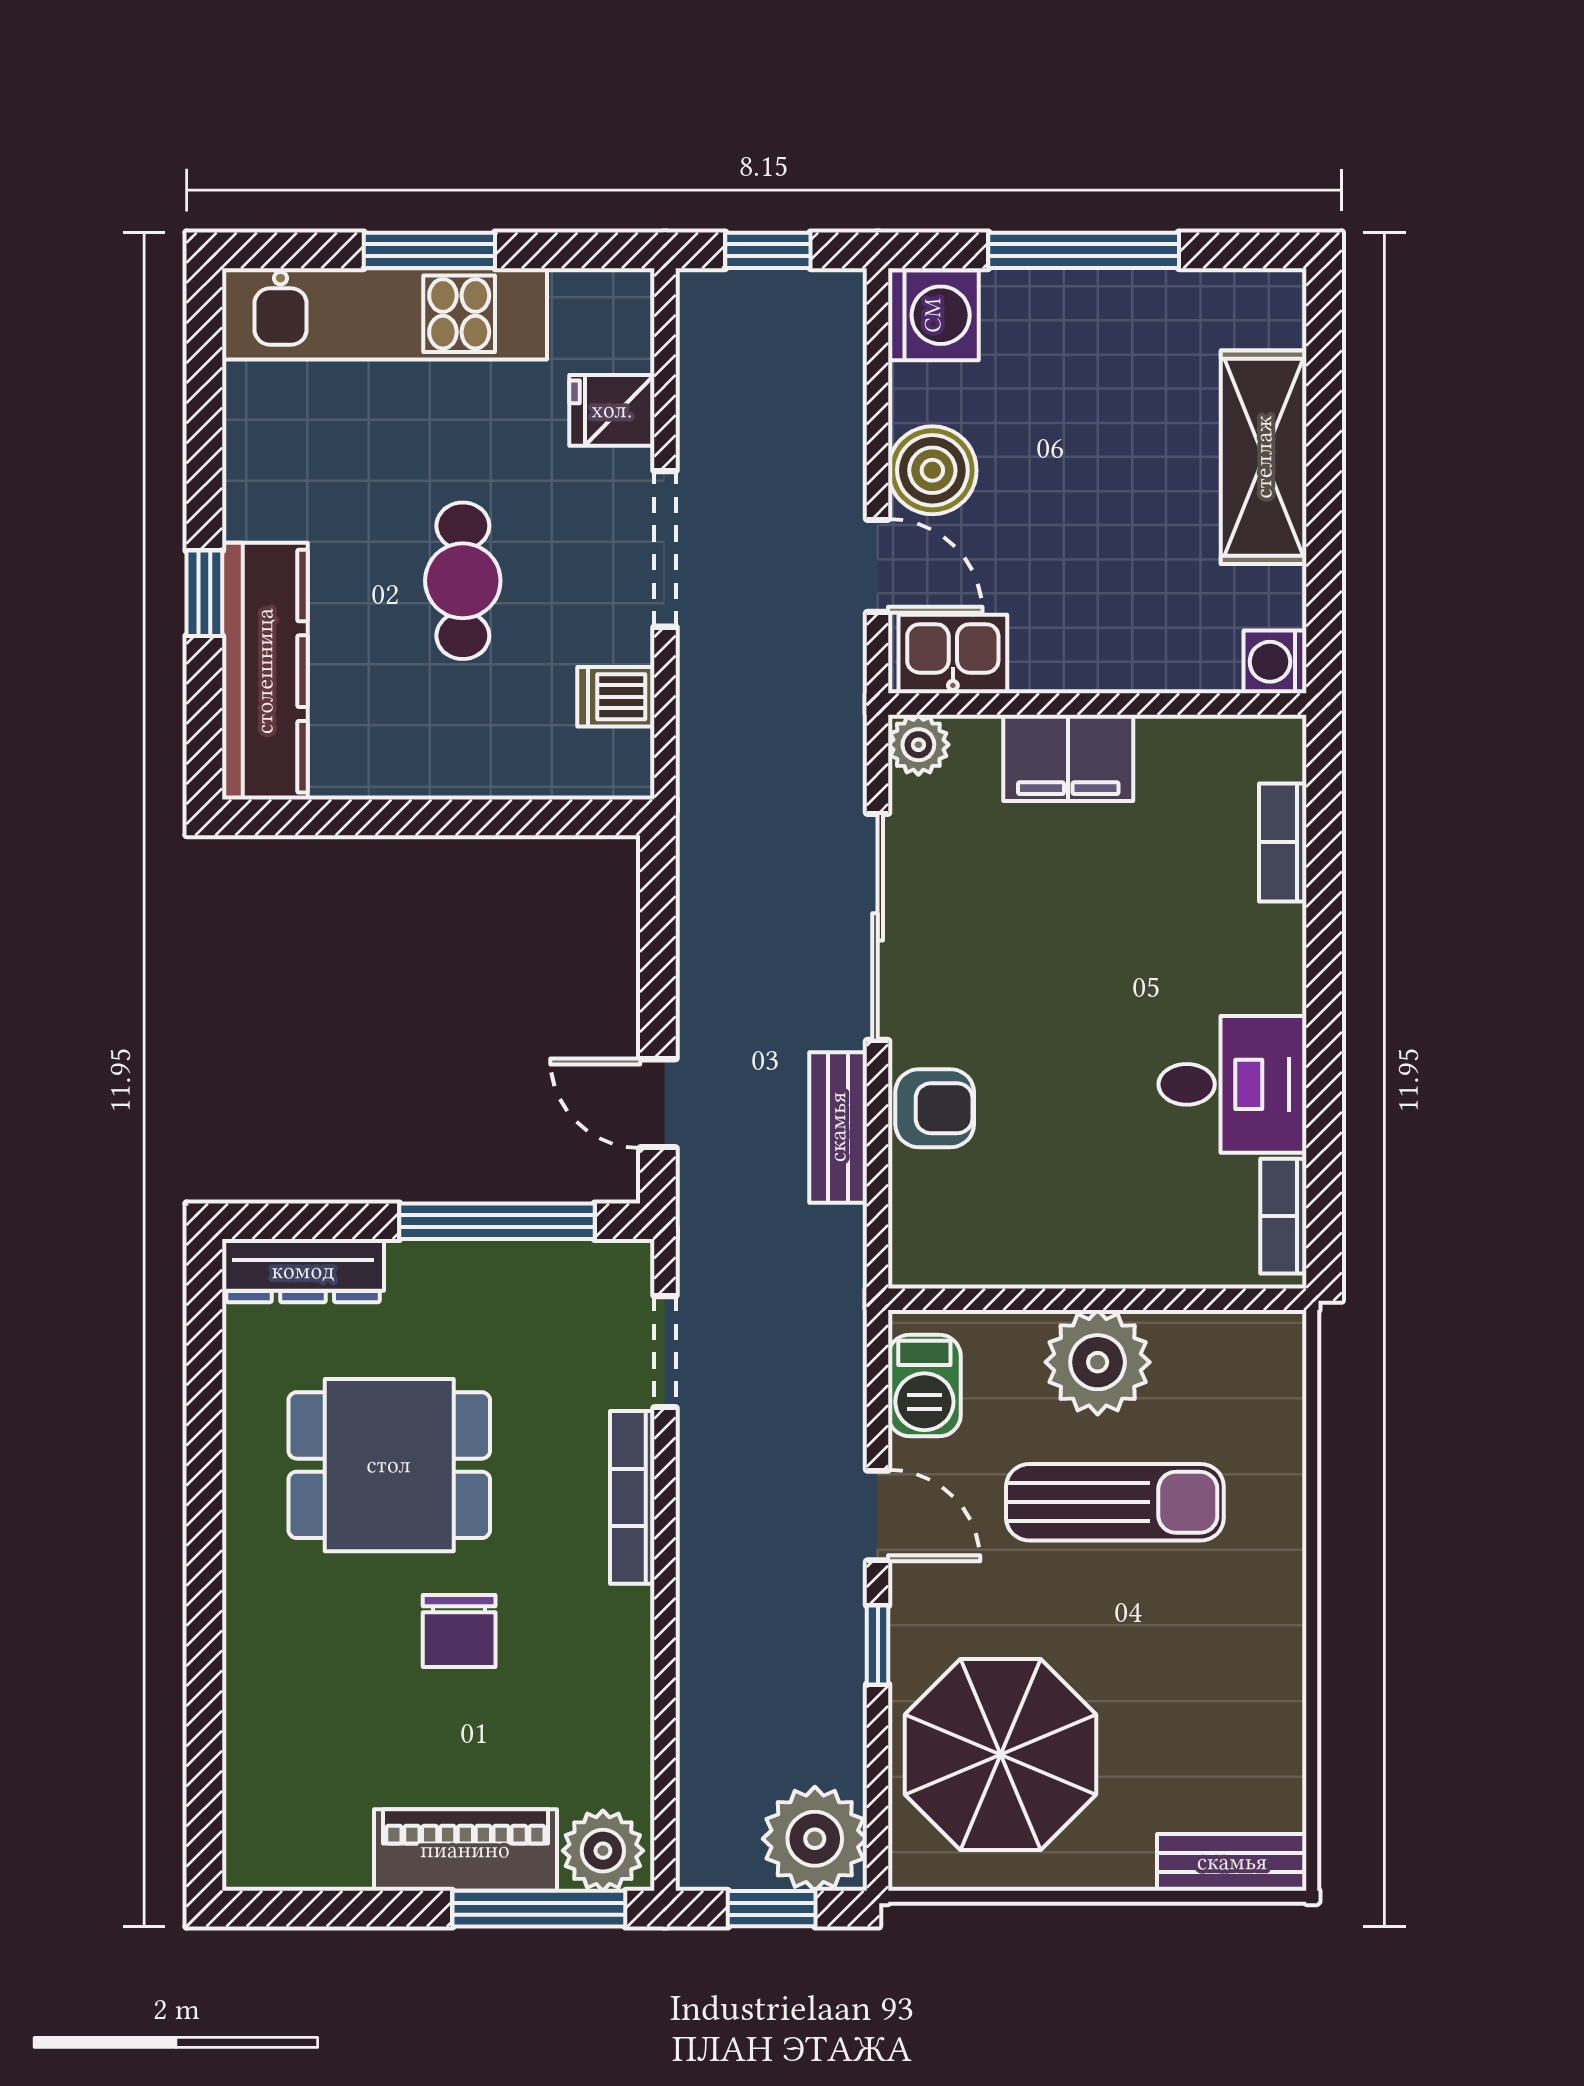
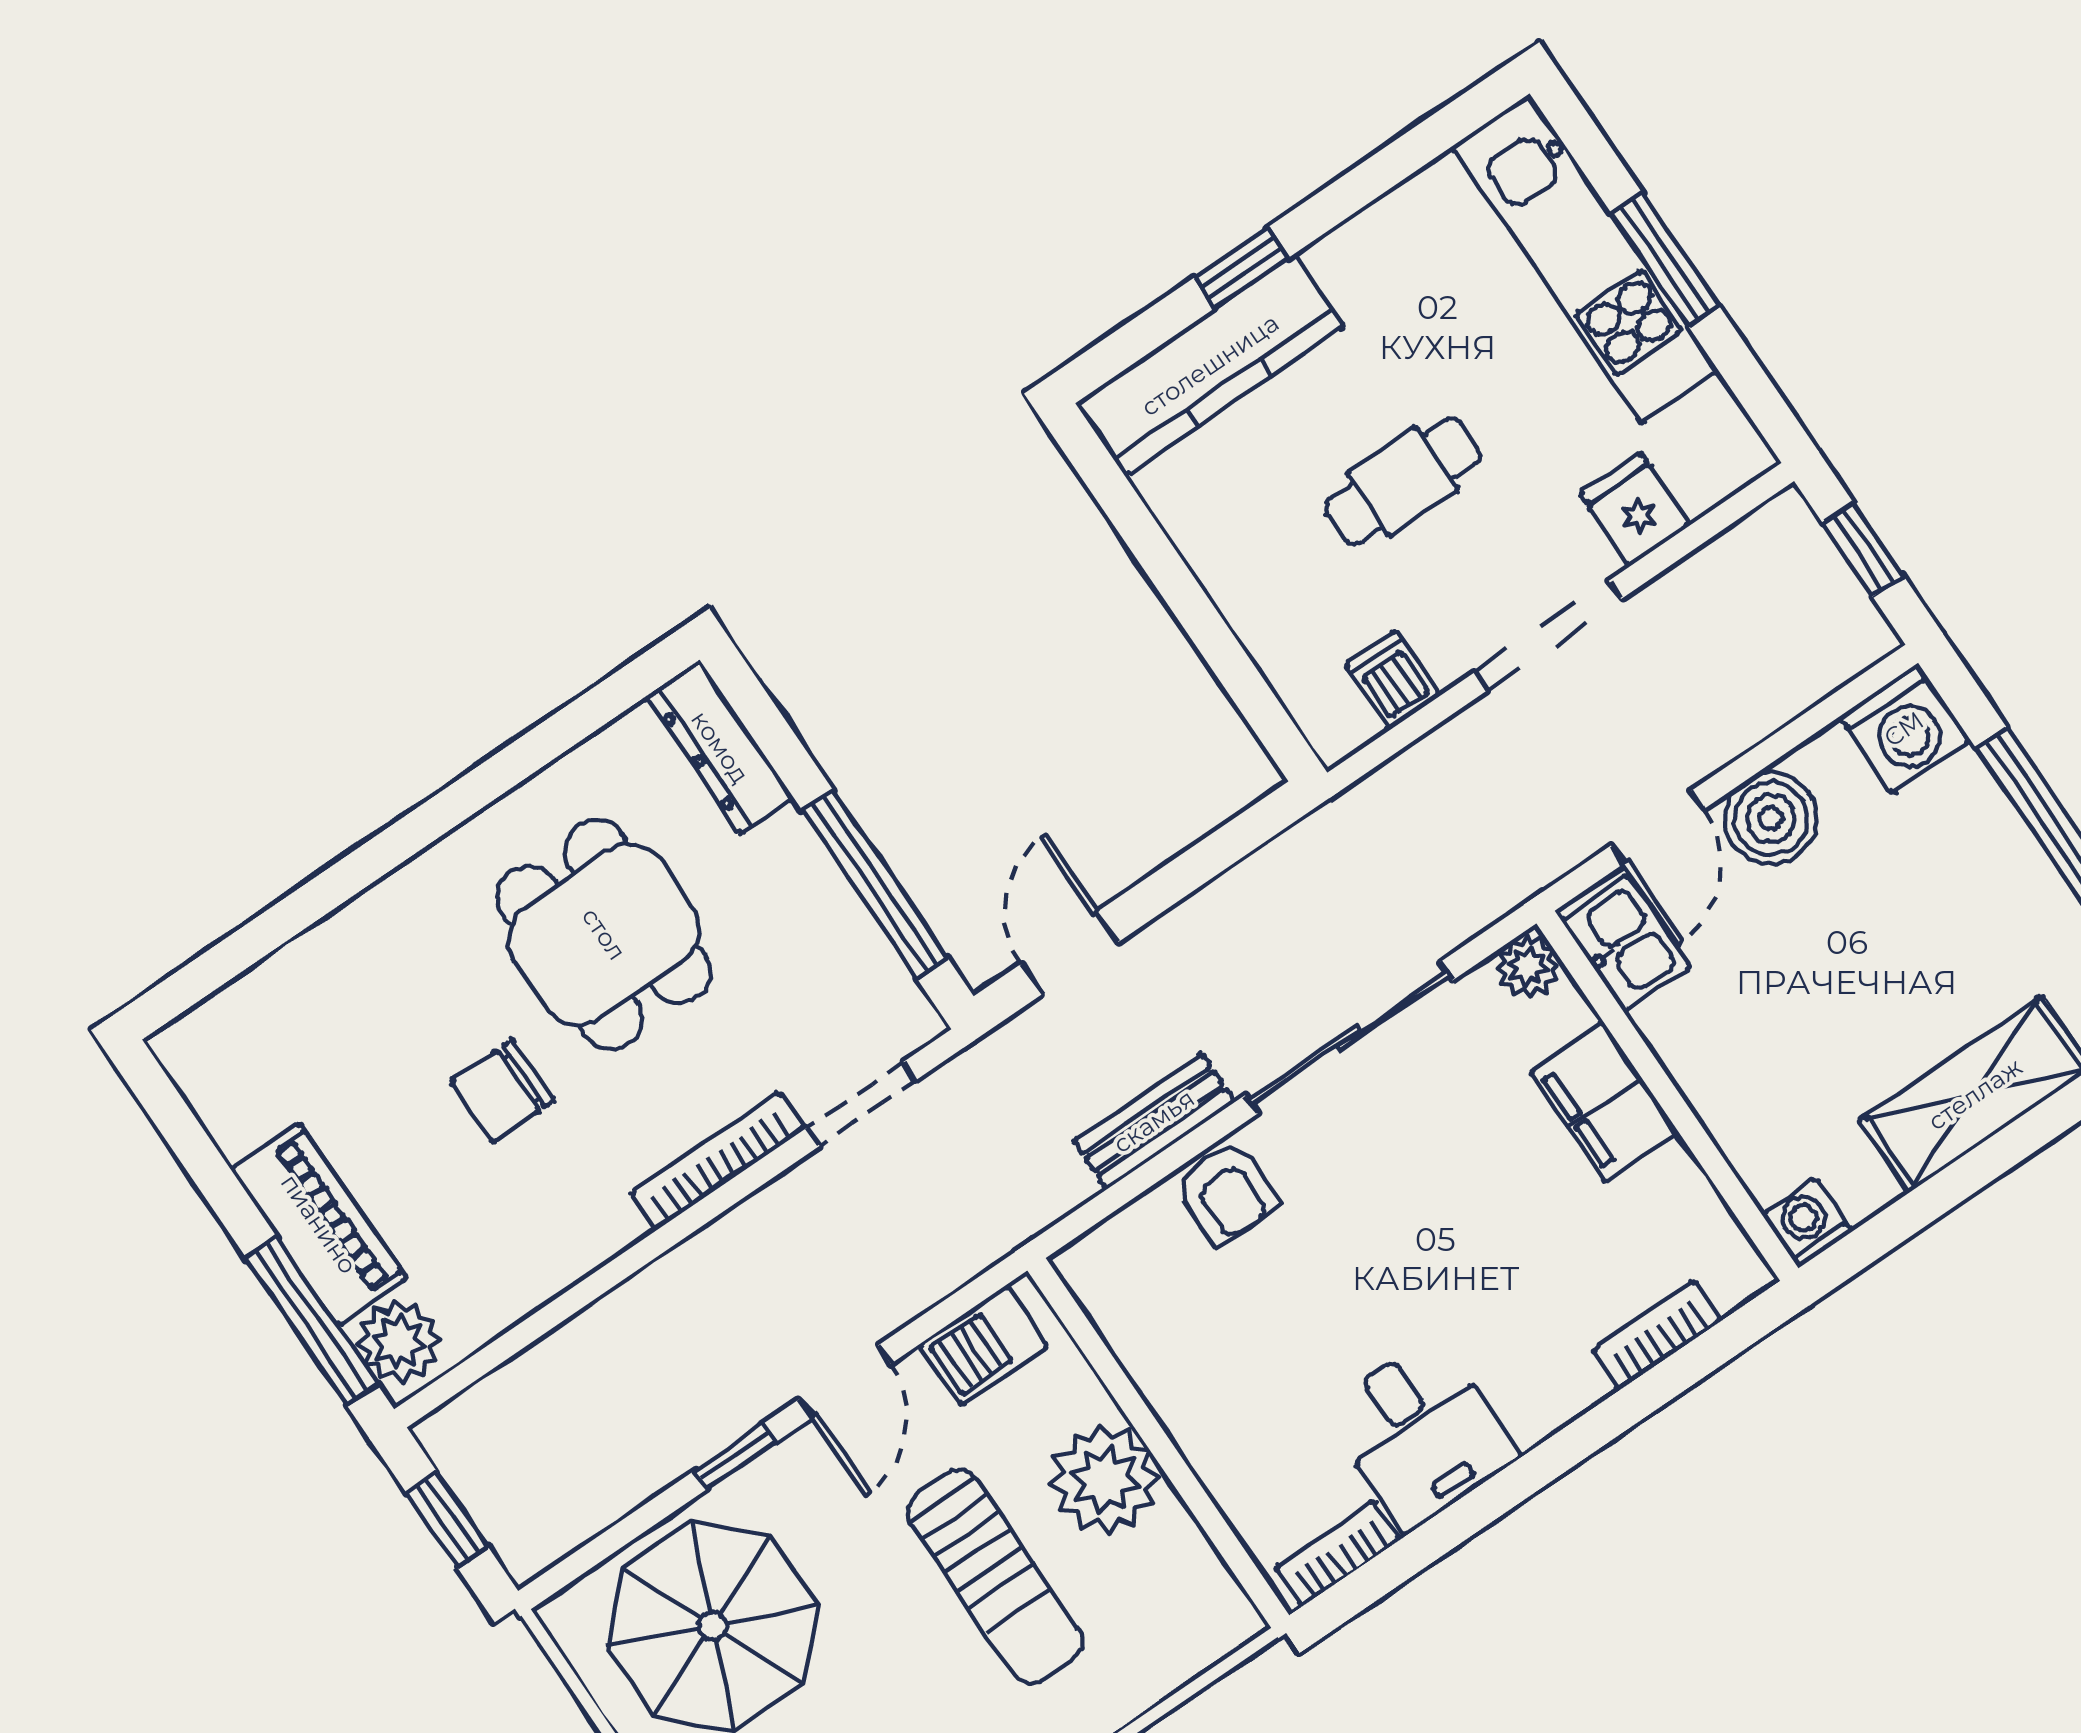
plant: (815, 1839) -> (532, 1516), removed

